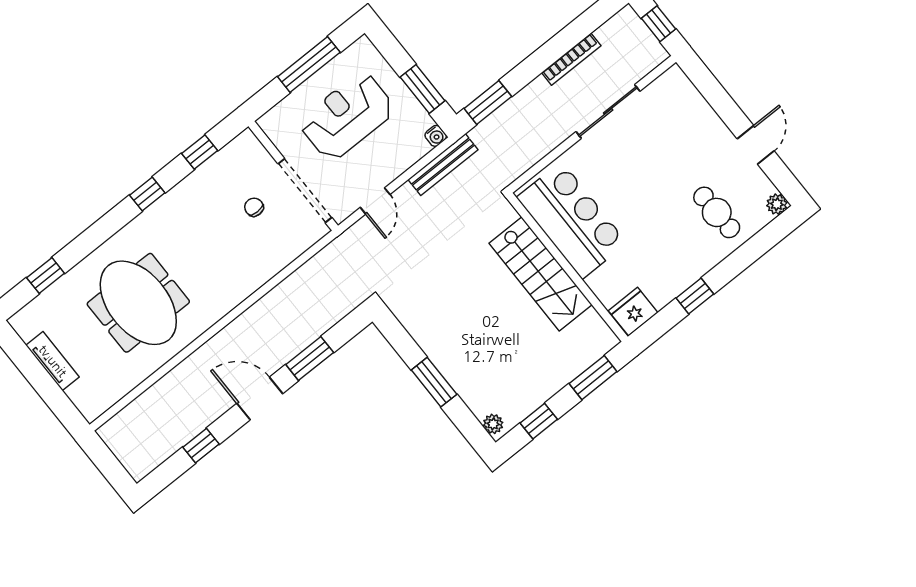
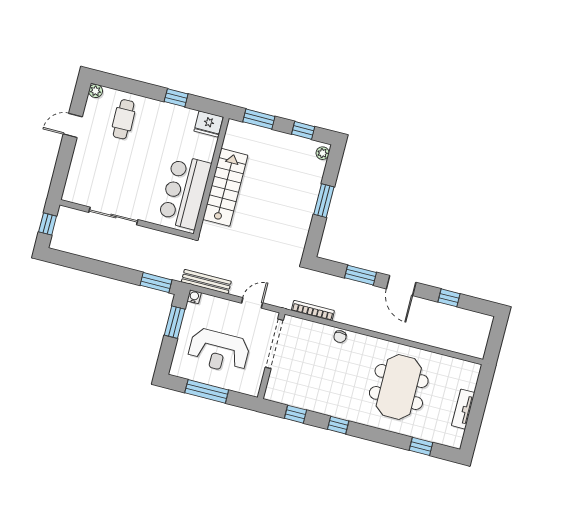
bookcase: (571, 59) -> (313, 310), moved
chair: (254, 207) -> (340, 337), moved

